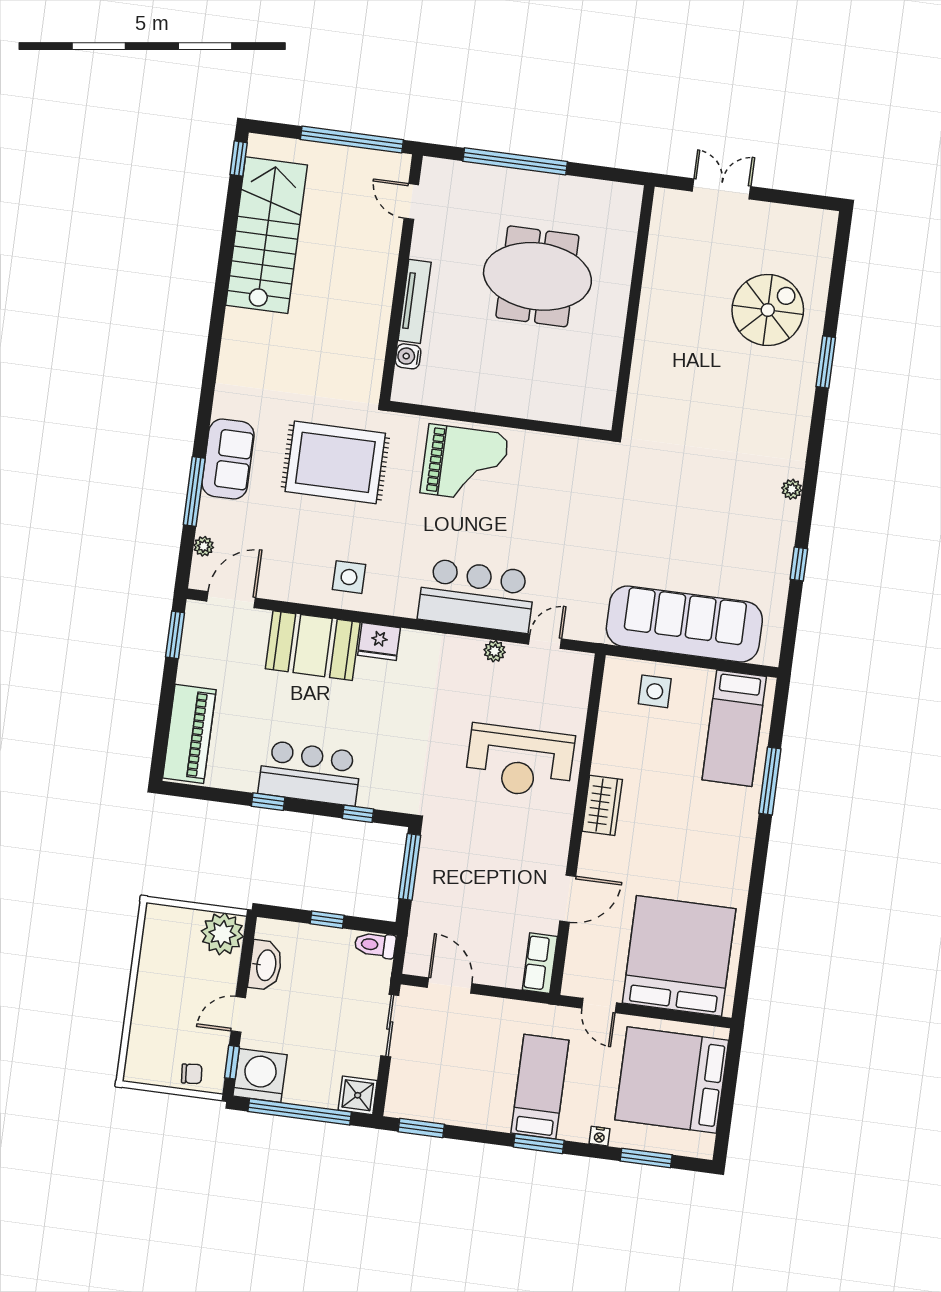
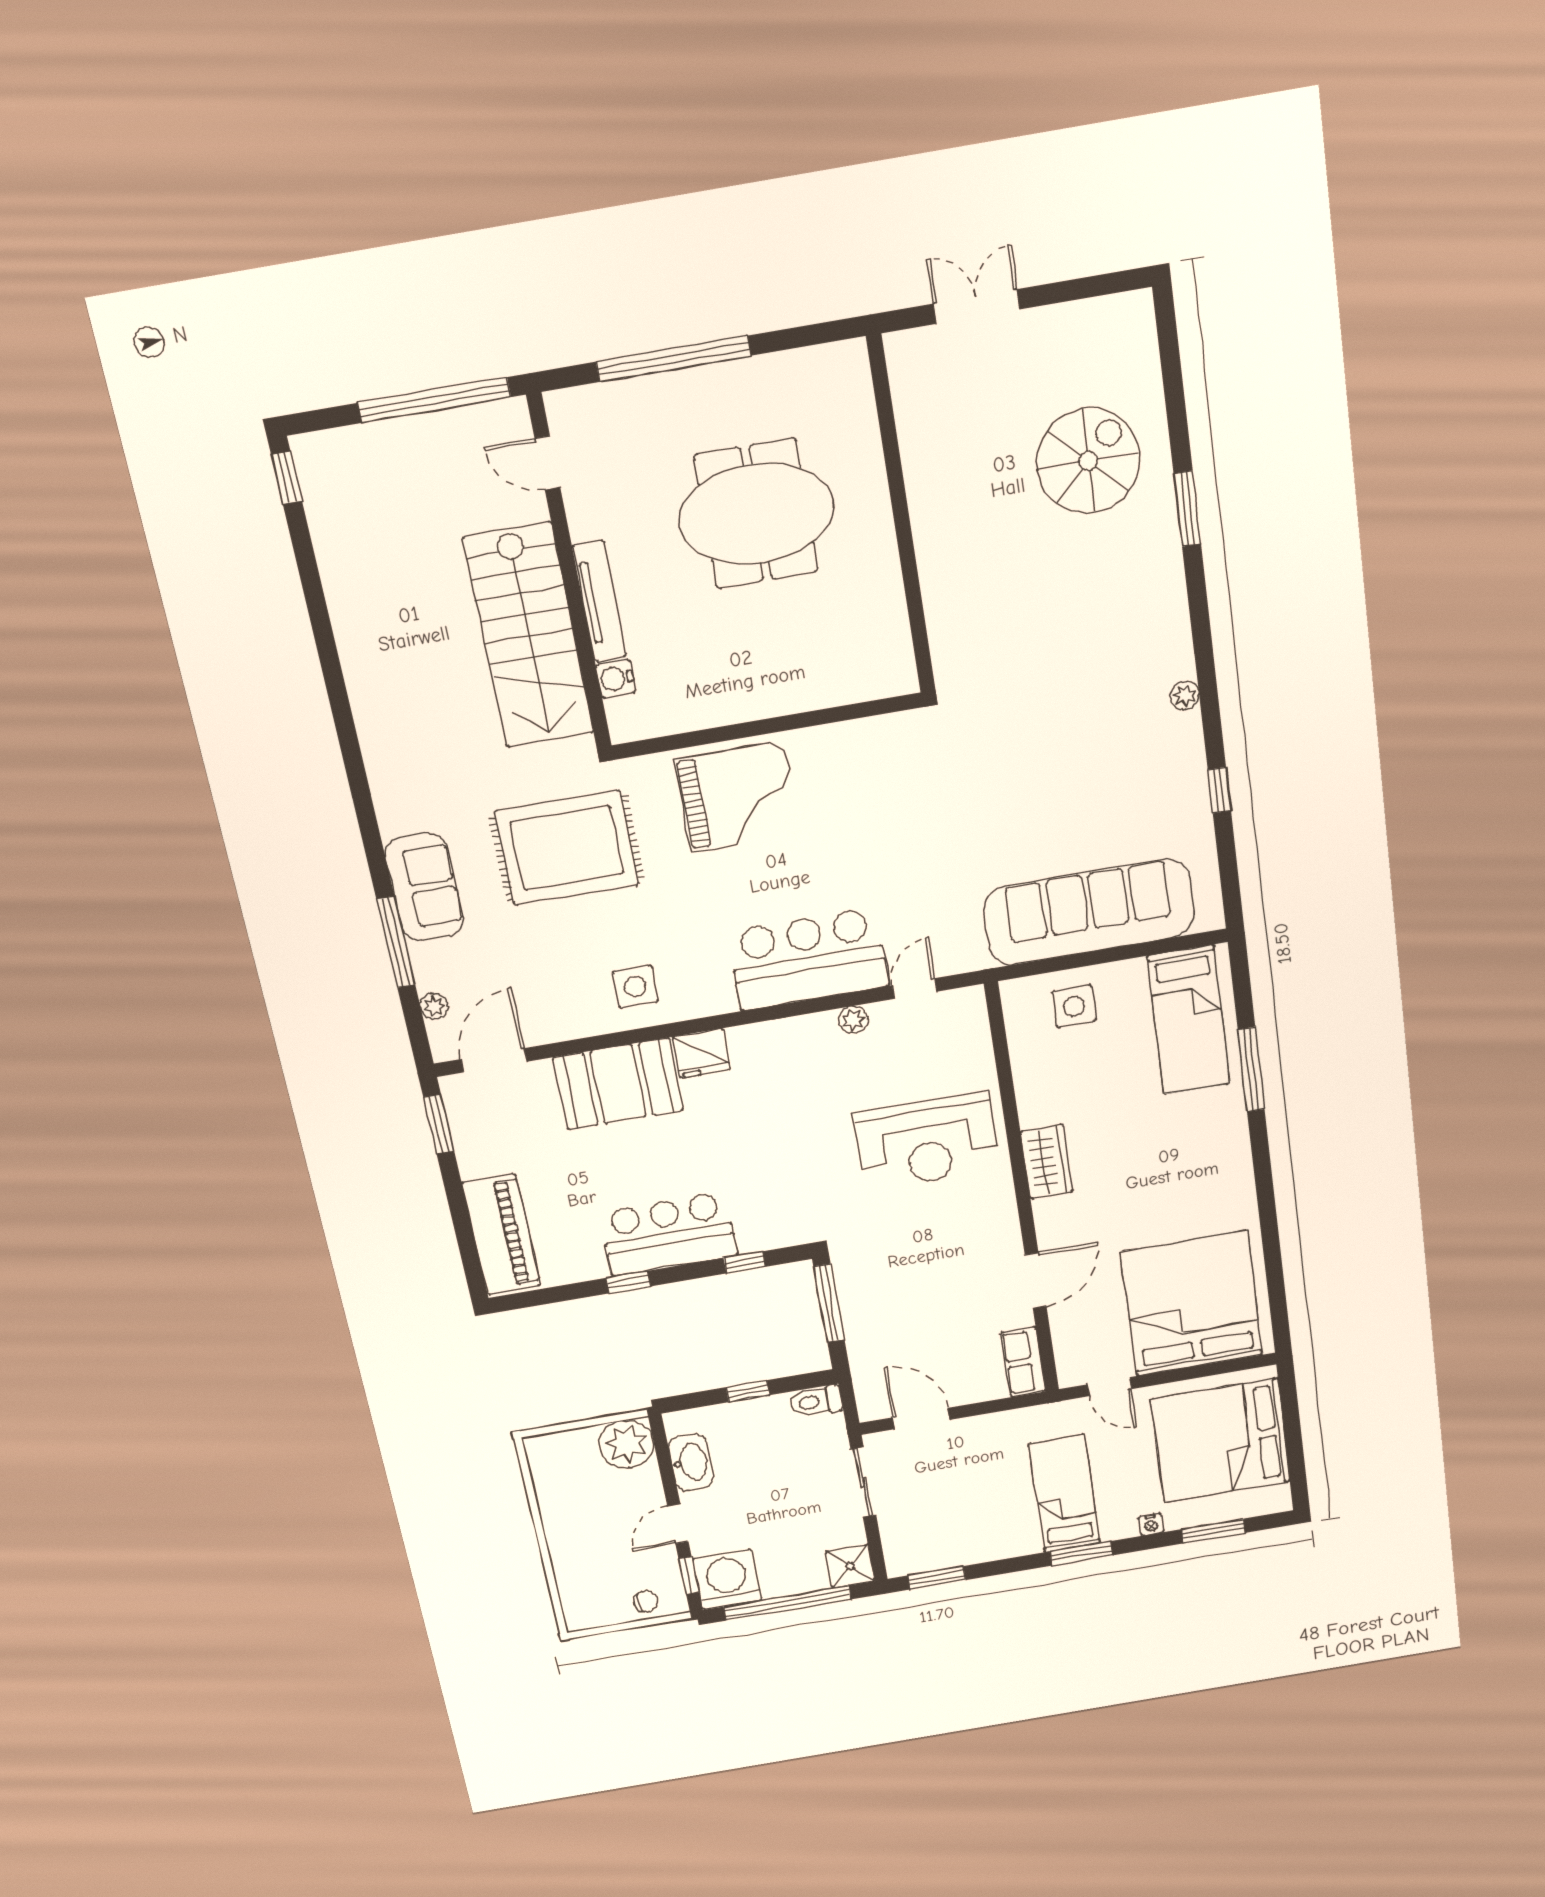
stairs: (267, 235) -> (529, 636), moved, turned 180

